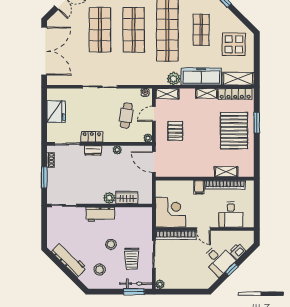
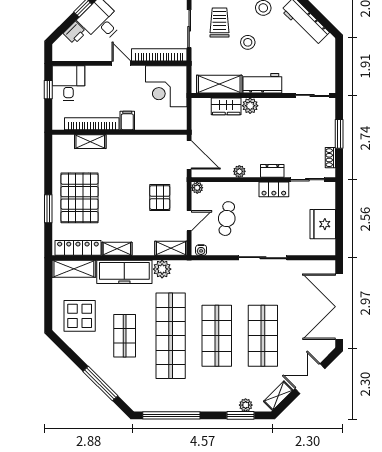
window: (257, 210) -> (48, 90), added
shelving: (132, 214) -> (219, 84), added
desk: (231, 214) -> (68, 83), moved

